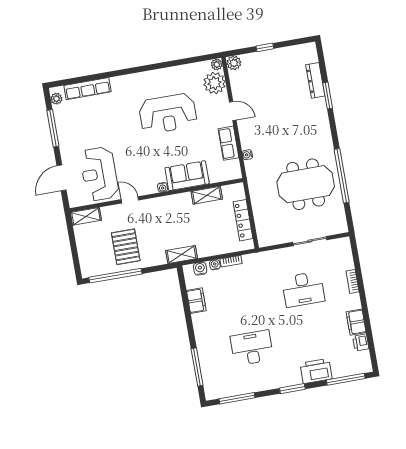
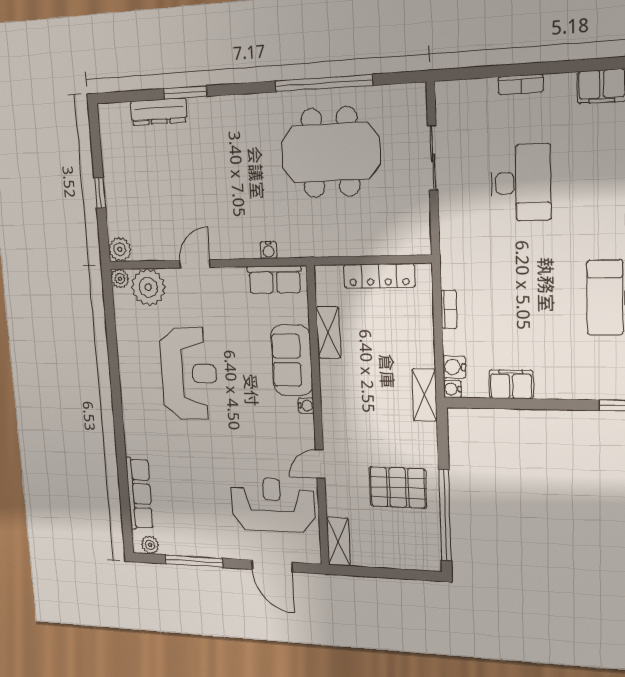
row of seats: (228, 143) -> (275, 280), moved
reception desk: (99, 174) -> (272, 505), turned 180
meeting table: (306, 184) -> (330, 152), turned 90
water cooler: (215, 265) -> (452, 389), moved

